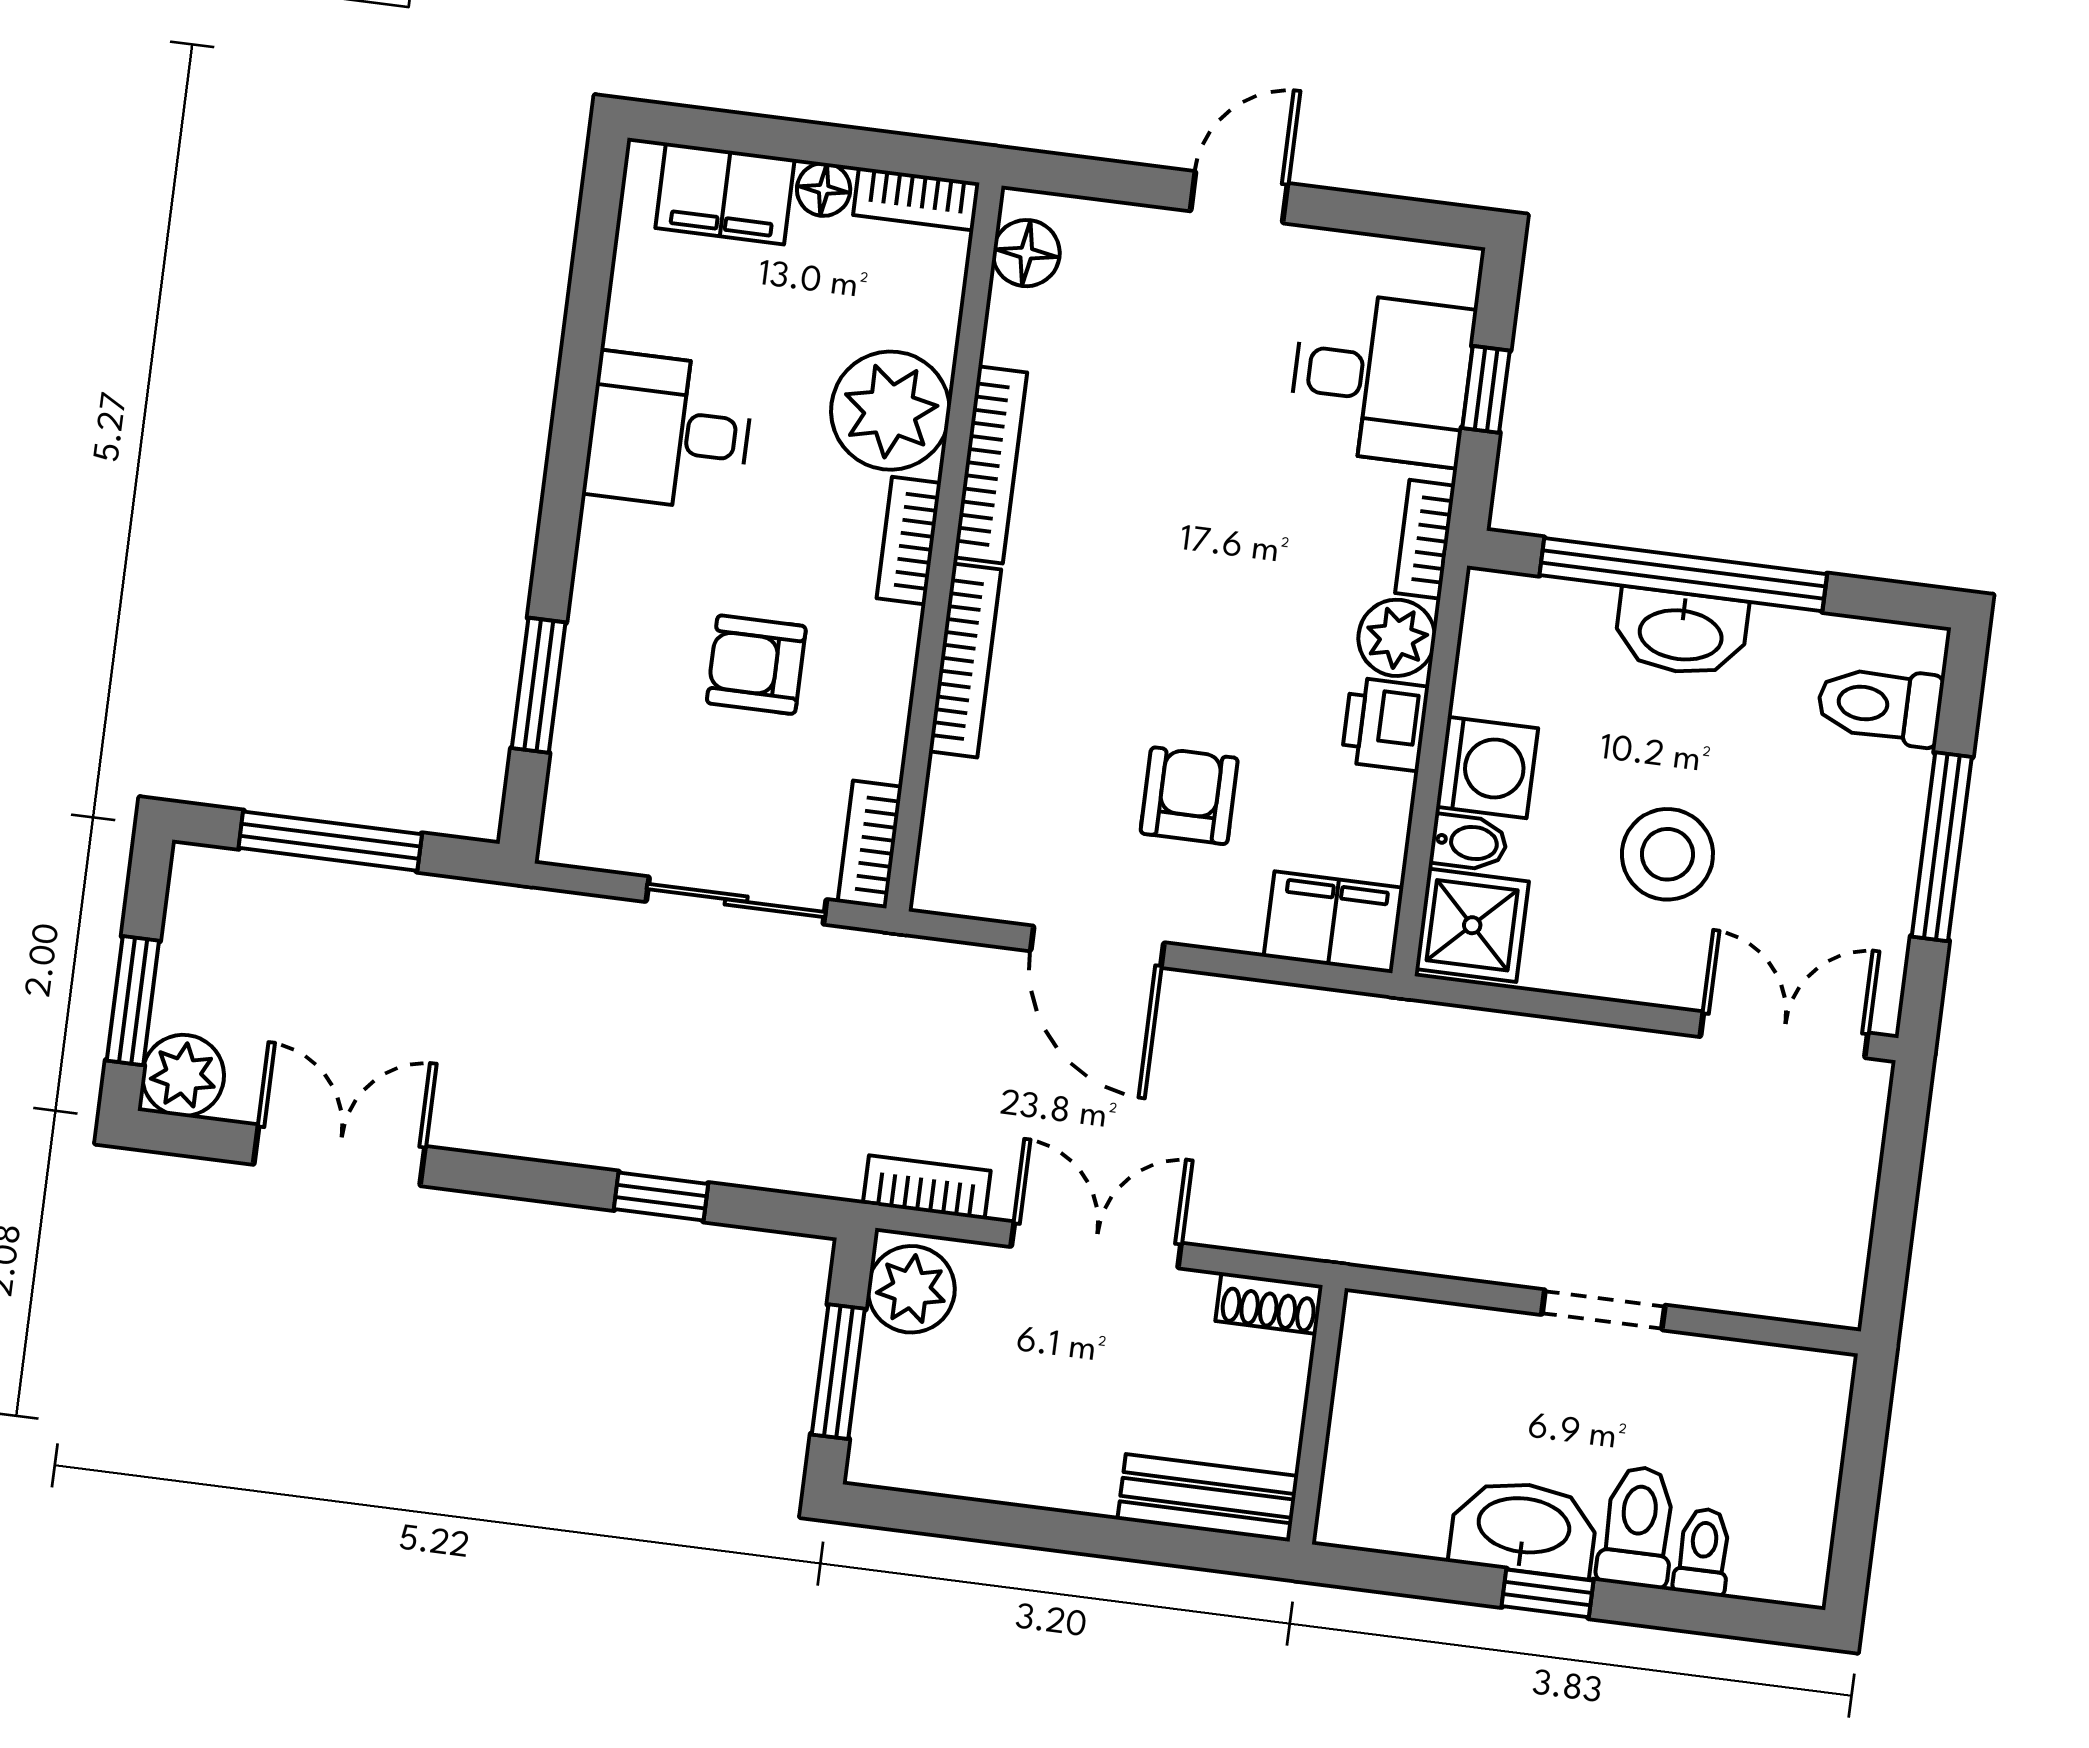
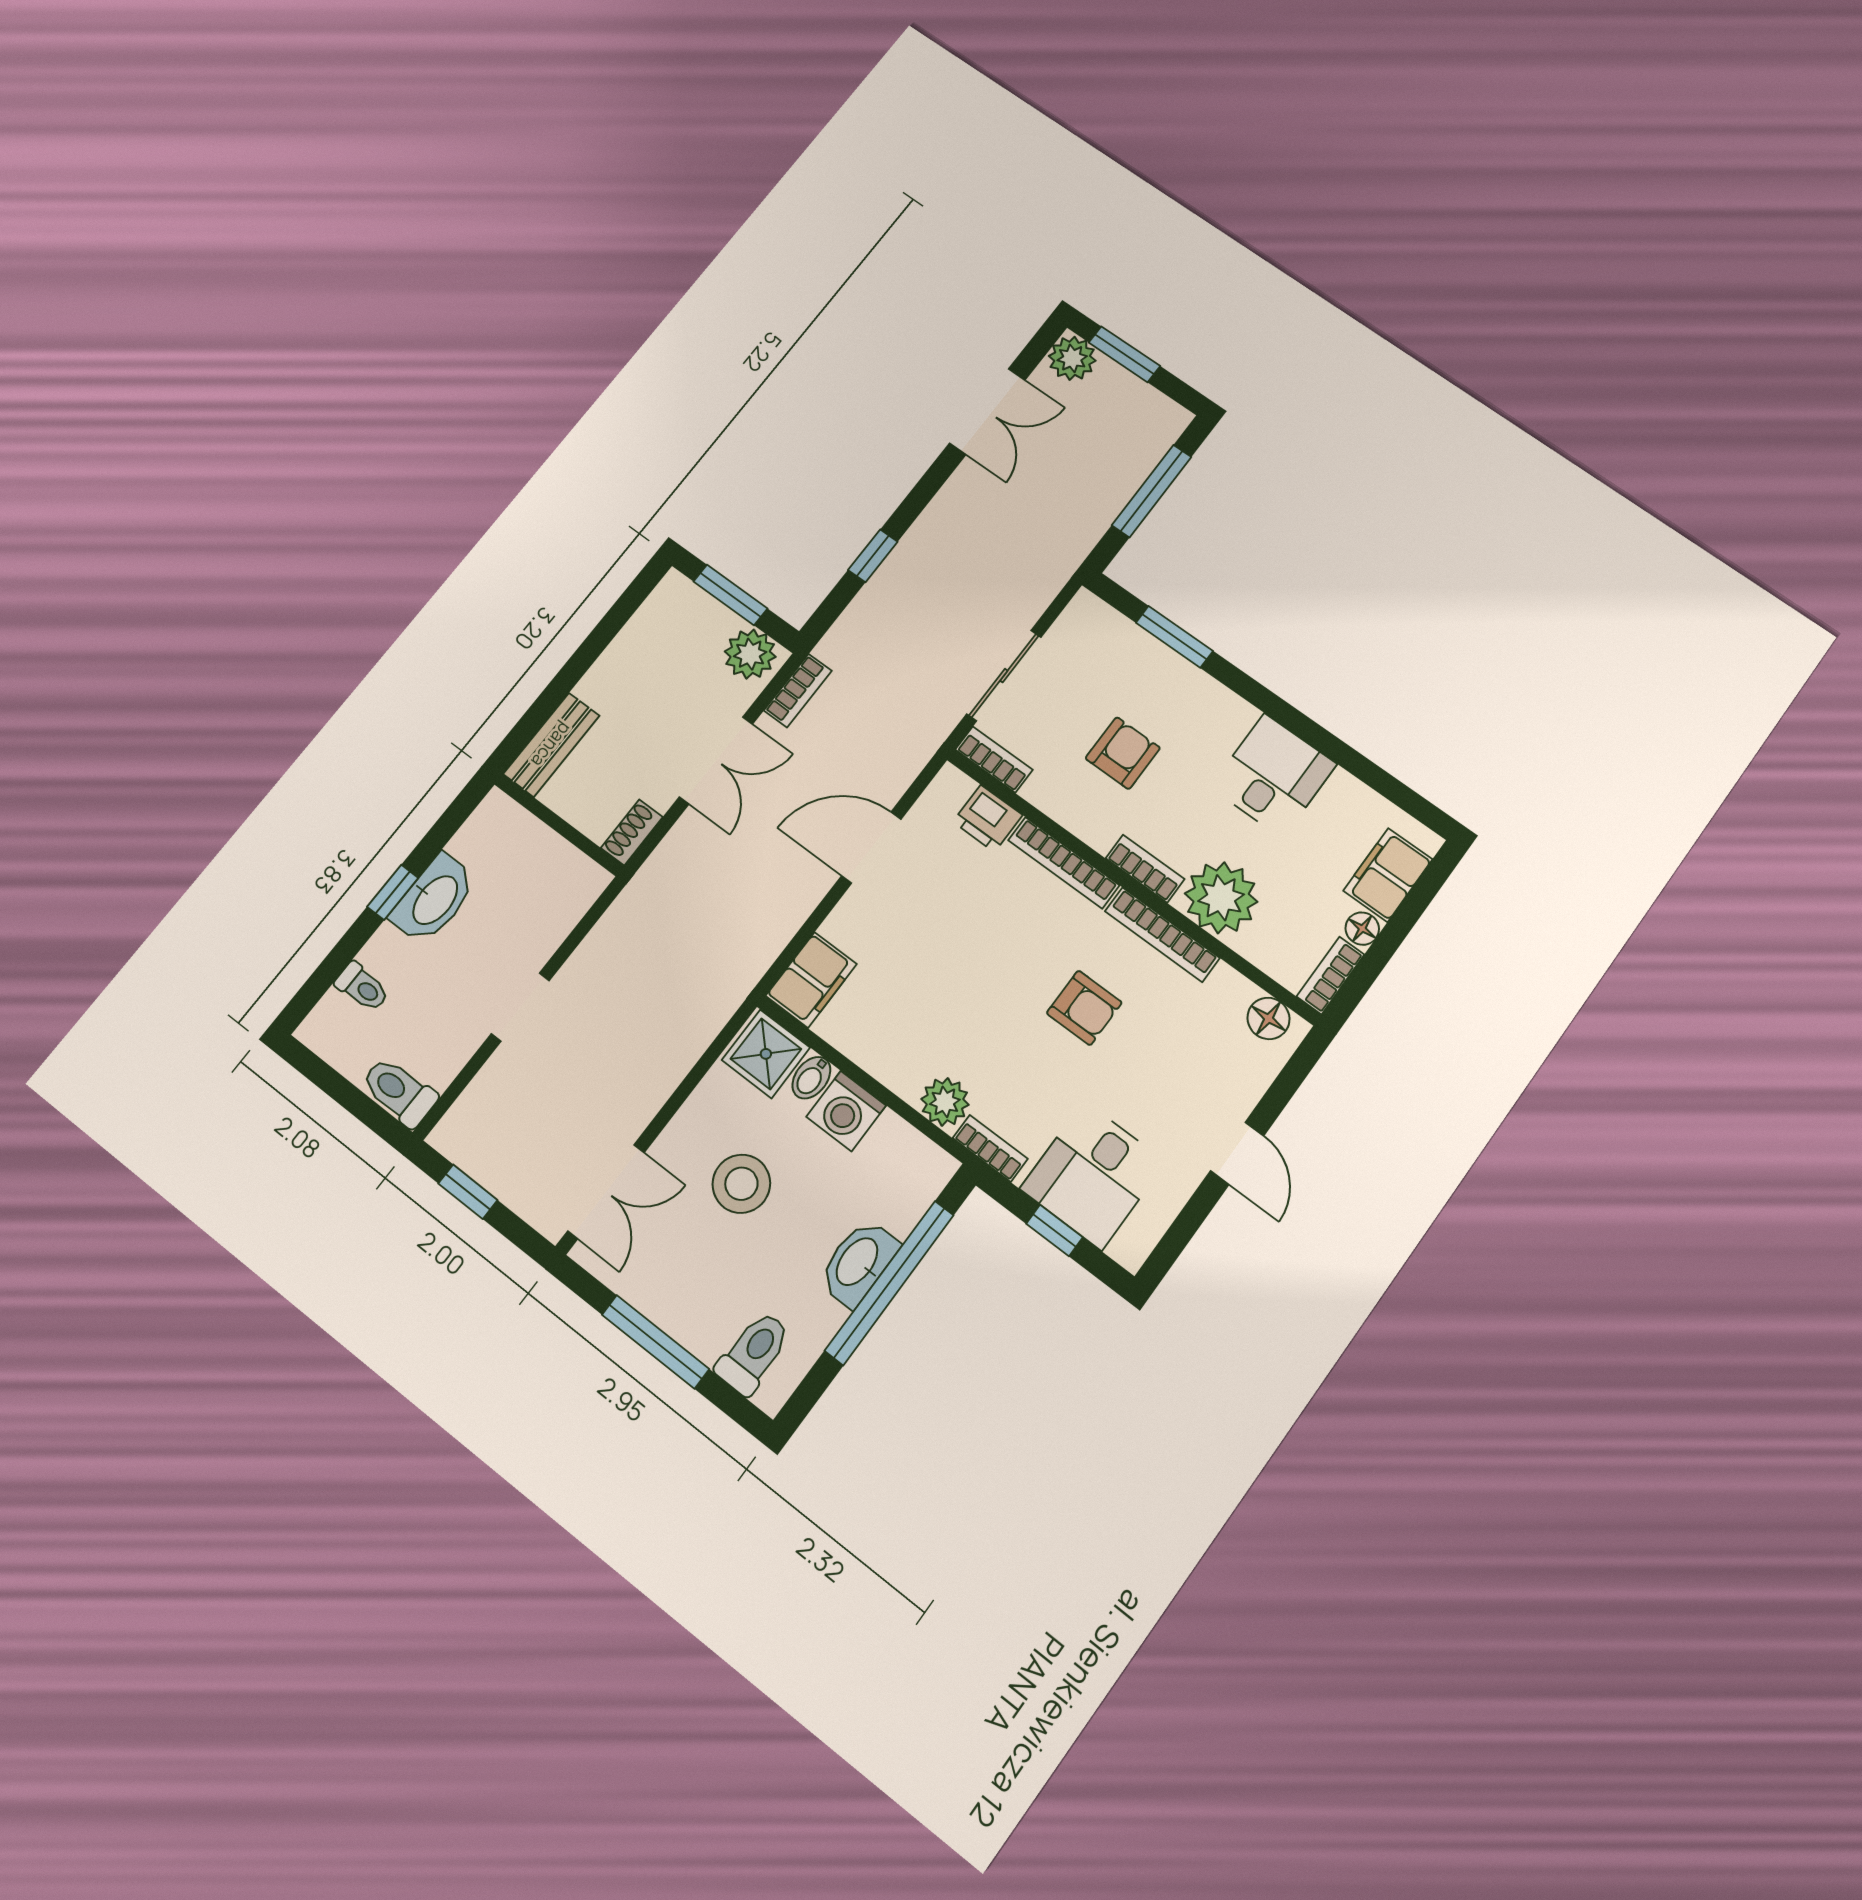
printer: (1385, 724) -> (988, 818), moved, turned 180
armchair: (1189, 796) -> (1084, 1008), moved
window: (1893, 1226) -> (468, 1192), added
toilet: (1638, 1527) -> (399, 1092), moved, turned 180

